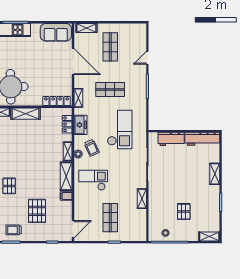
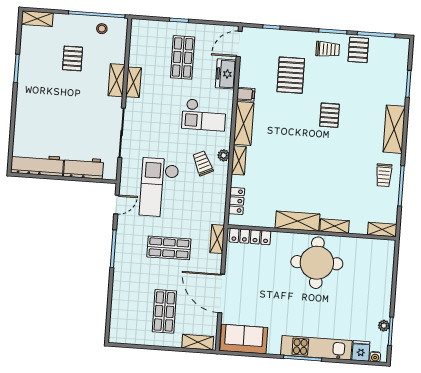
door: (147, 58) -> (116, 204), moved
freezer: (80, 125) -> (226, 74), moved
shelving: (215, 174) -> (117, 80), moved

